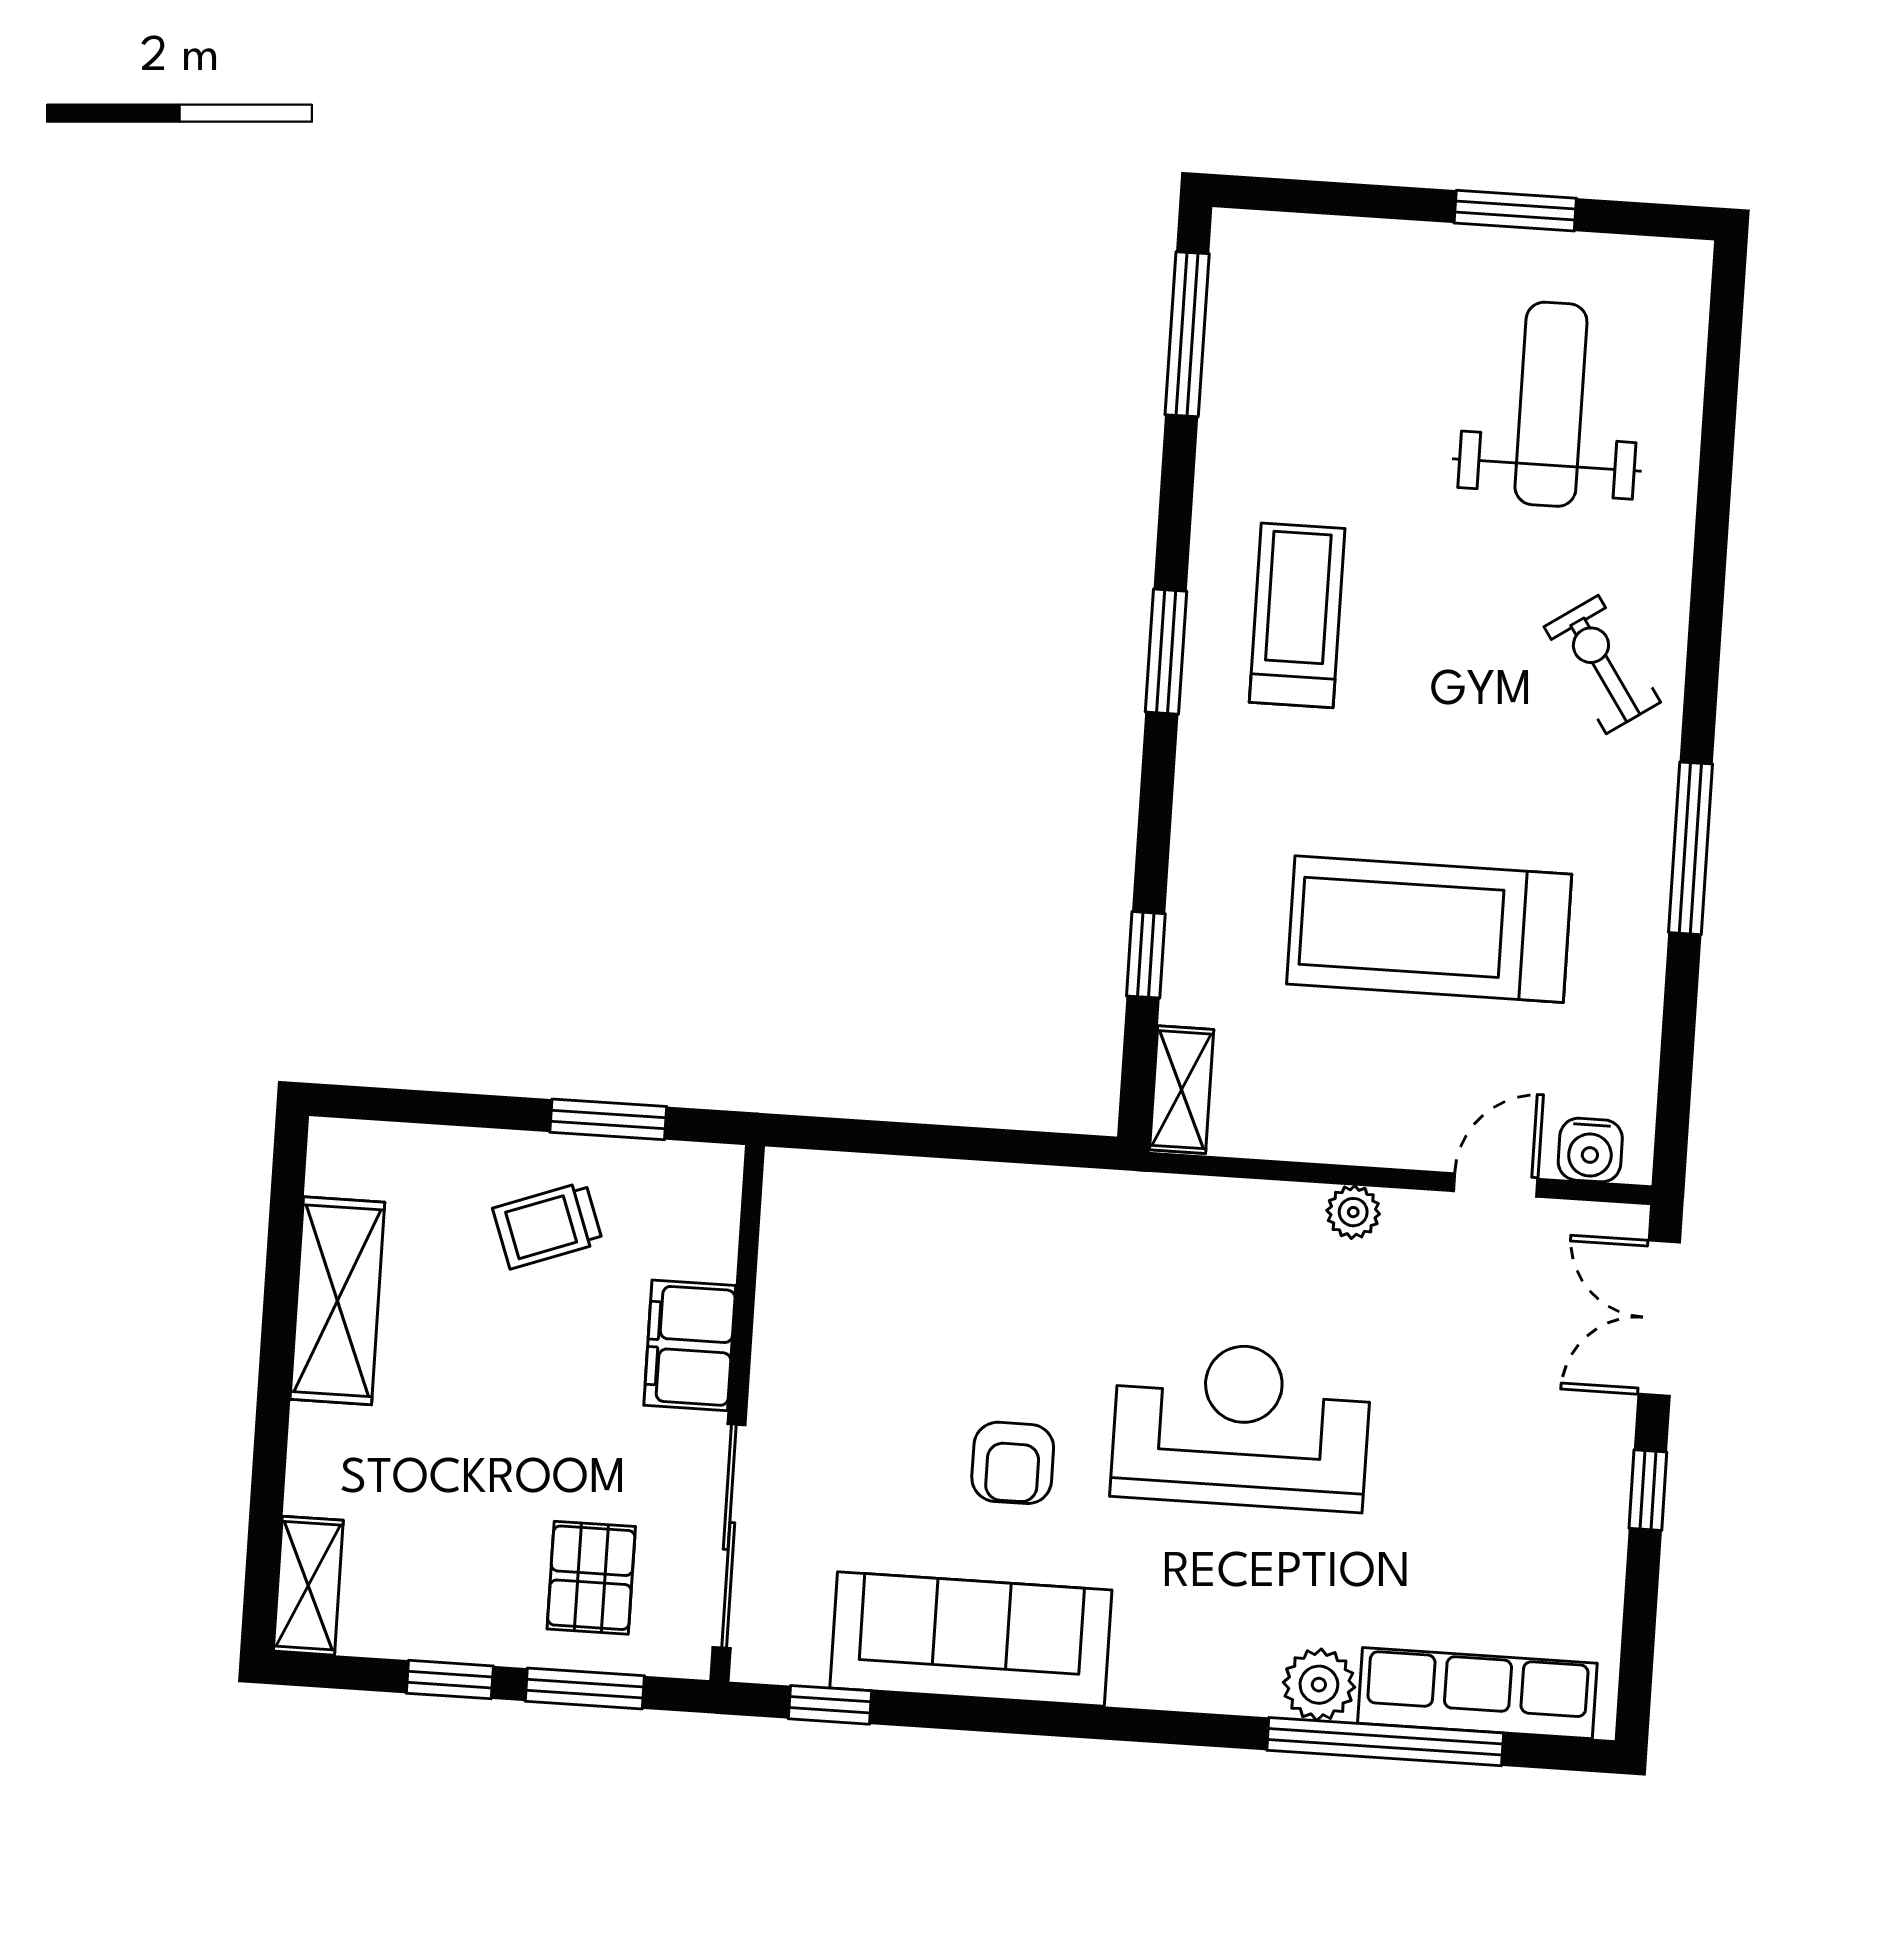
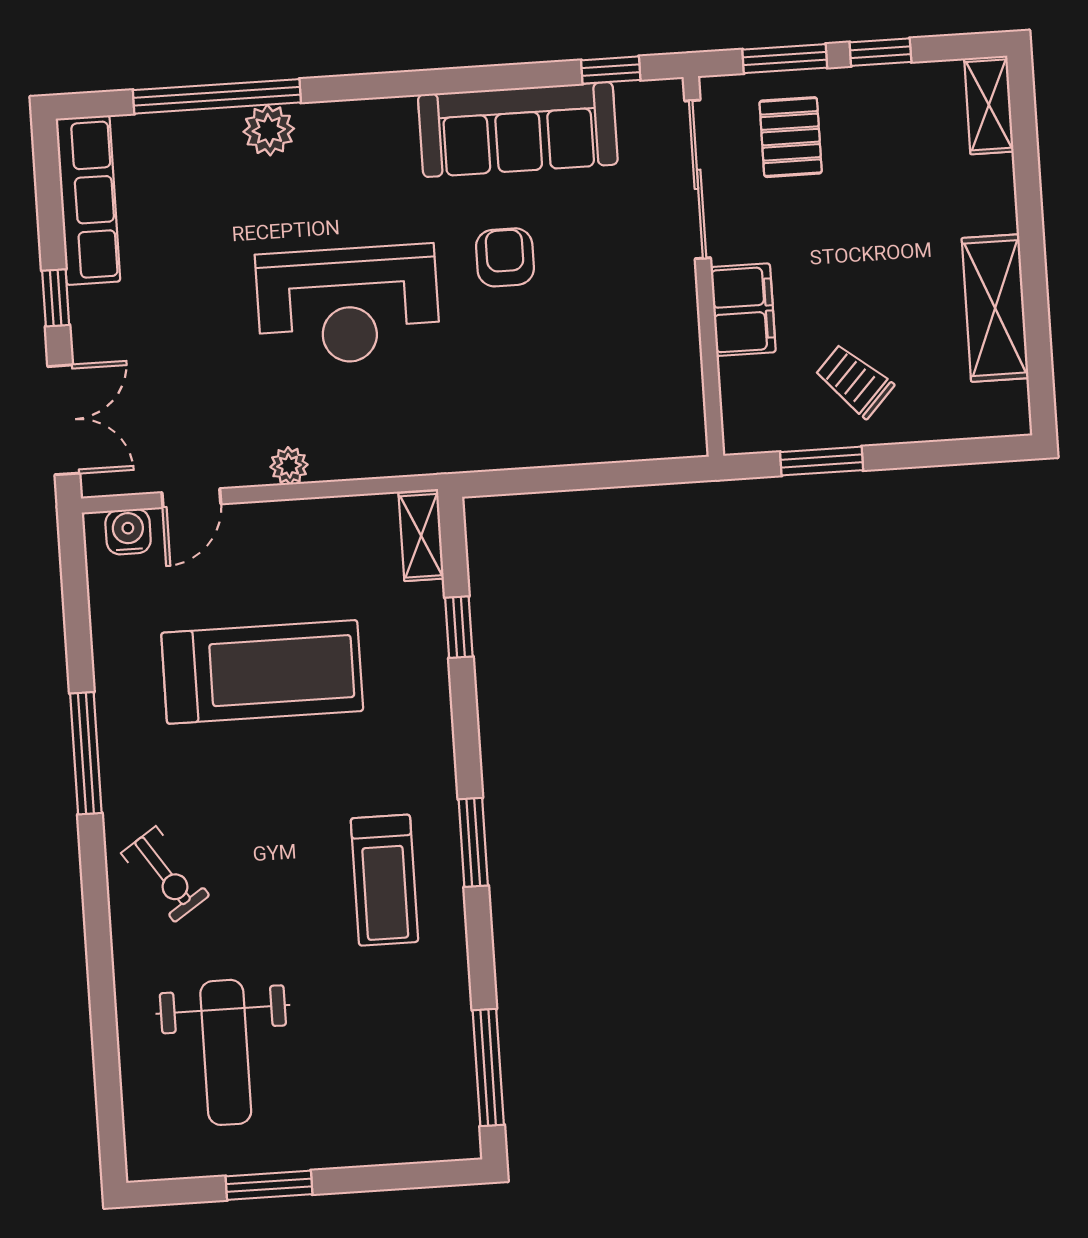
trolley: (548, 1225) -> (854, 381), turned -117
row of seats: (1477, 1693) -> (88, 200), moved, turned -90

